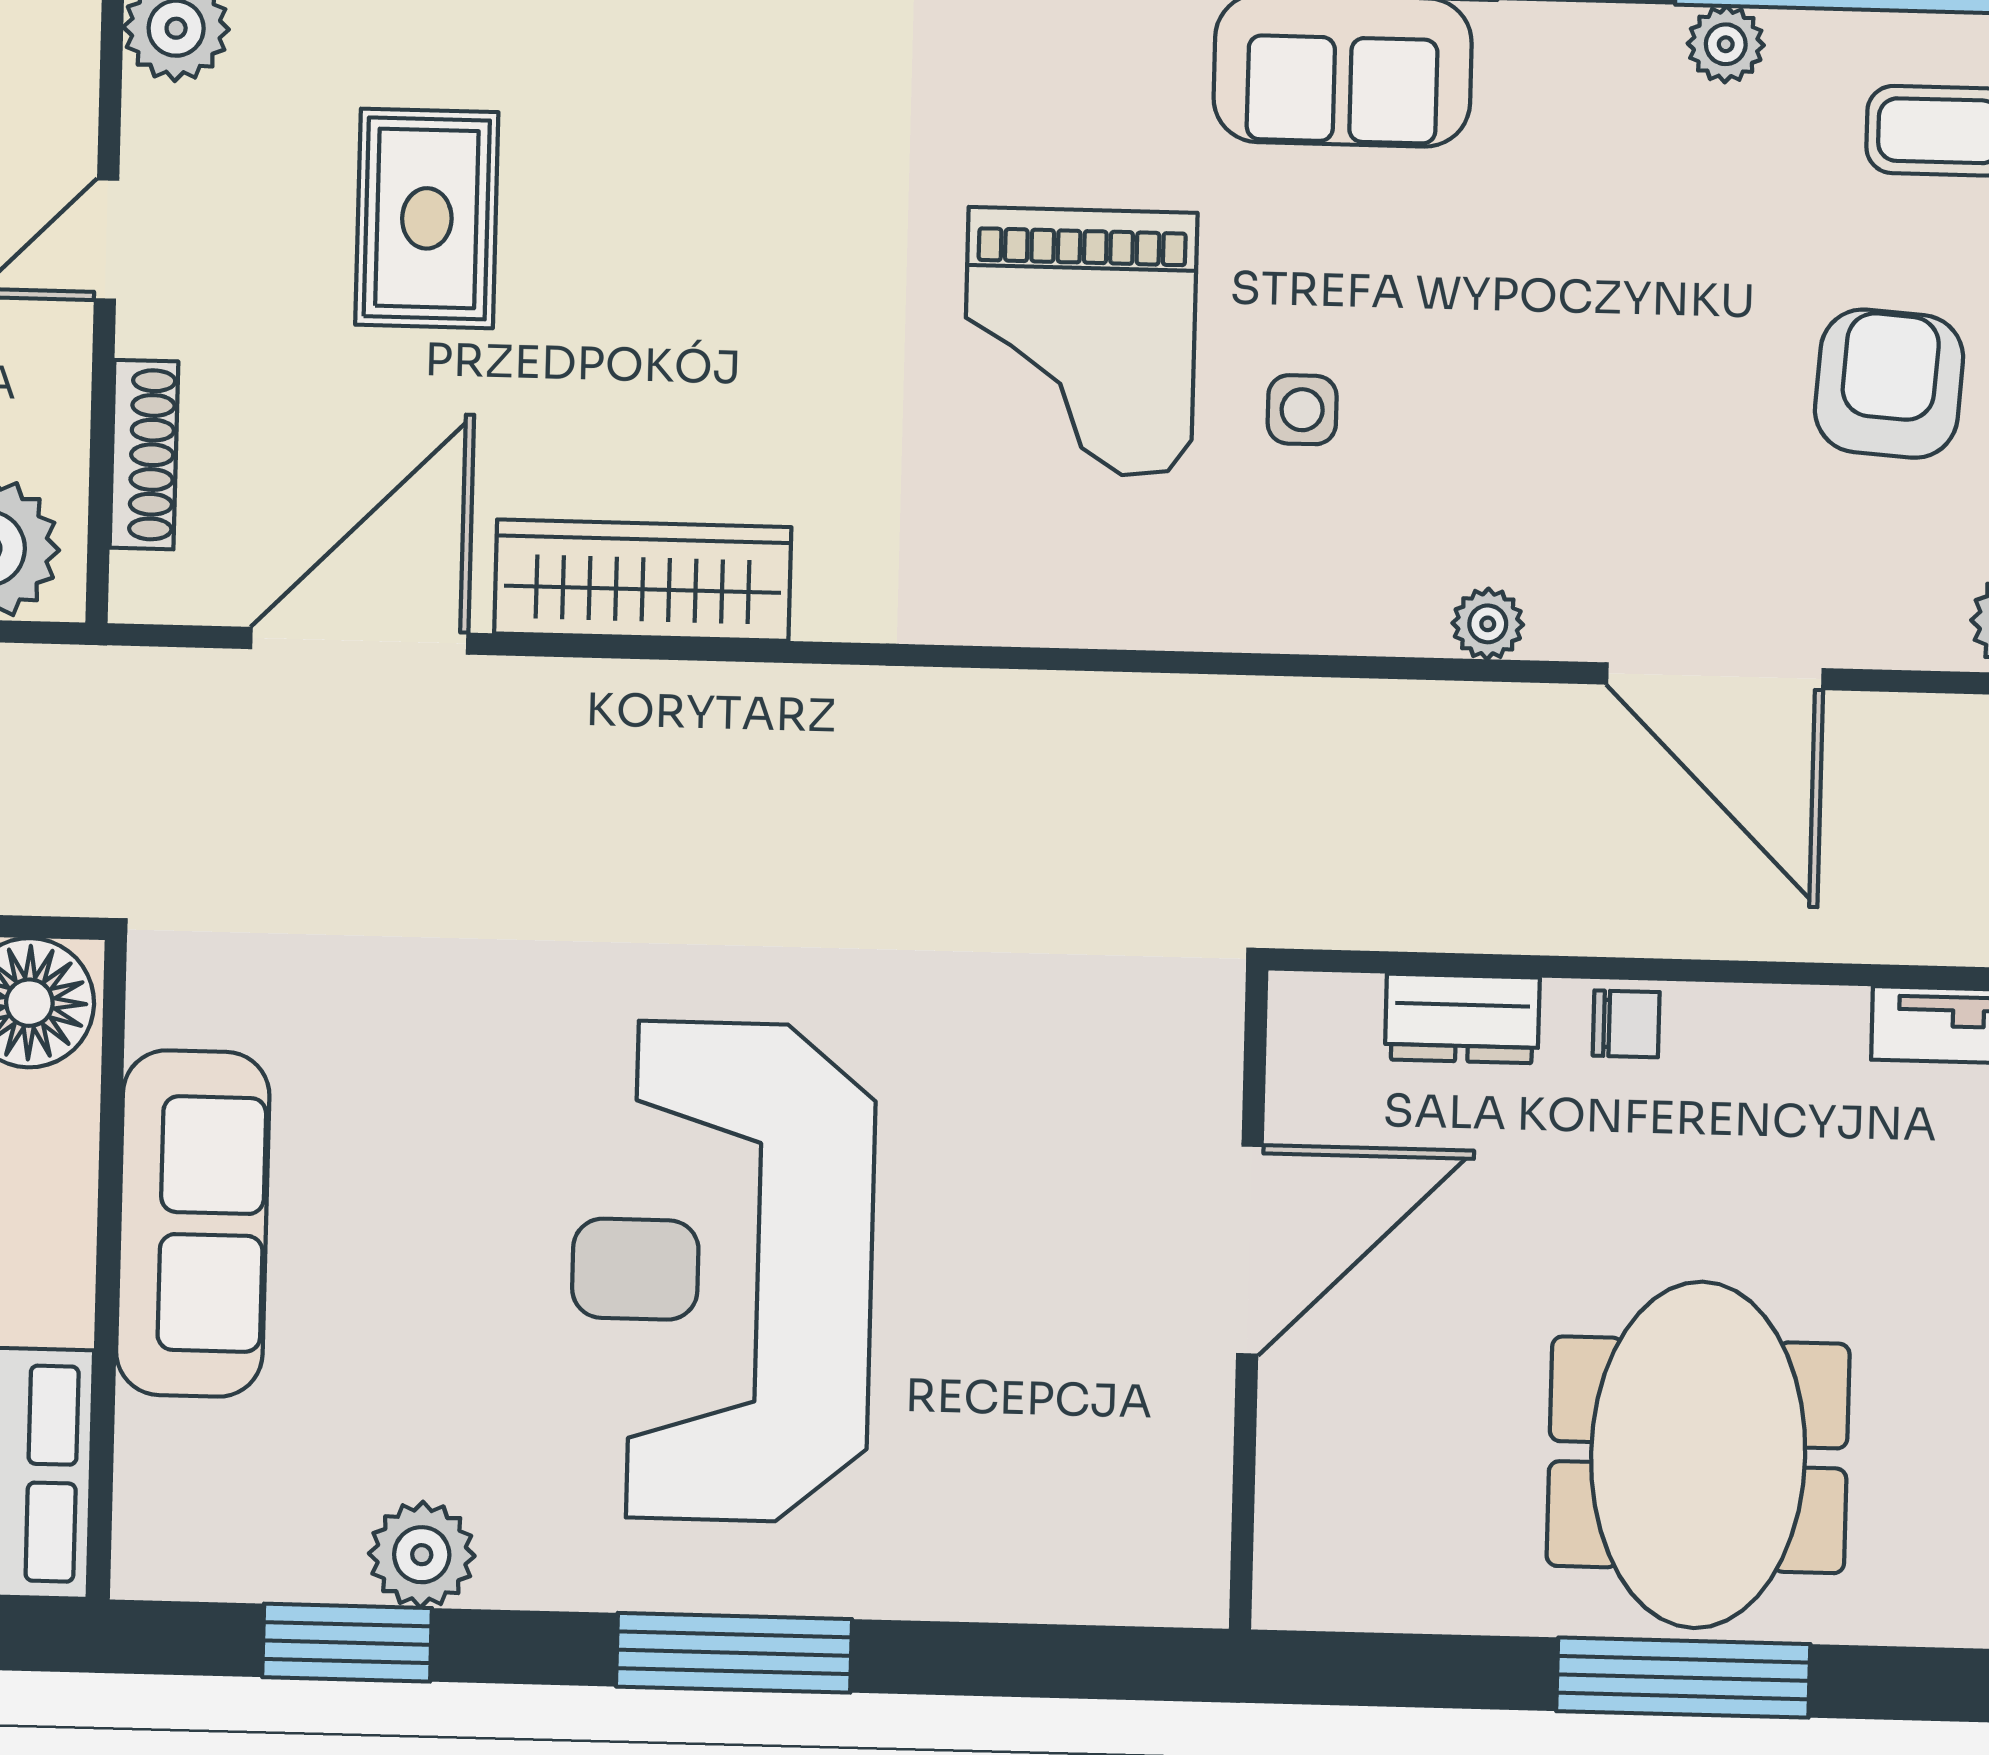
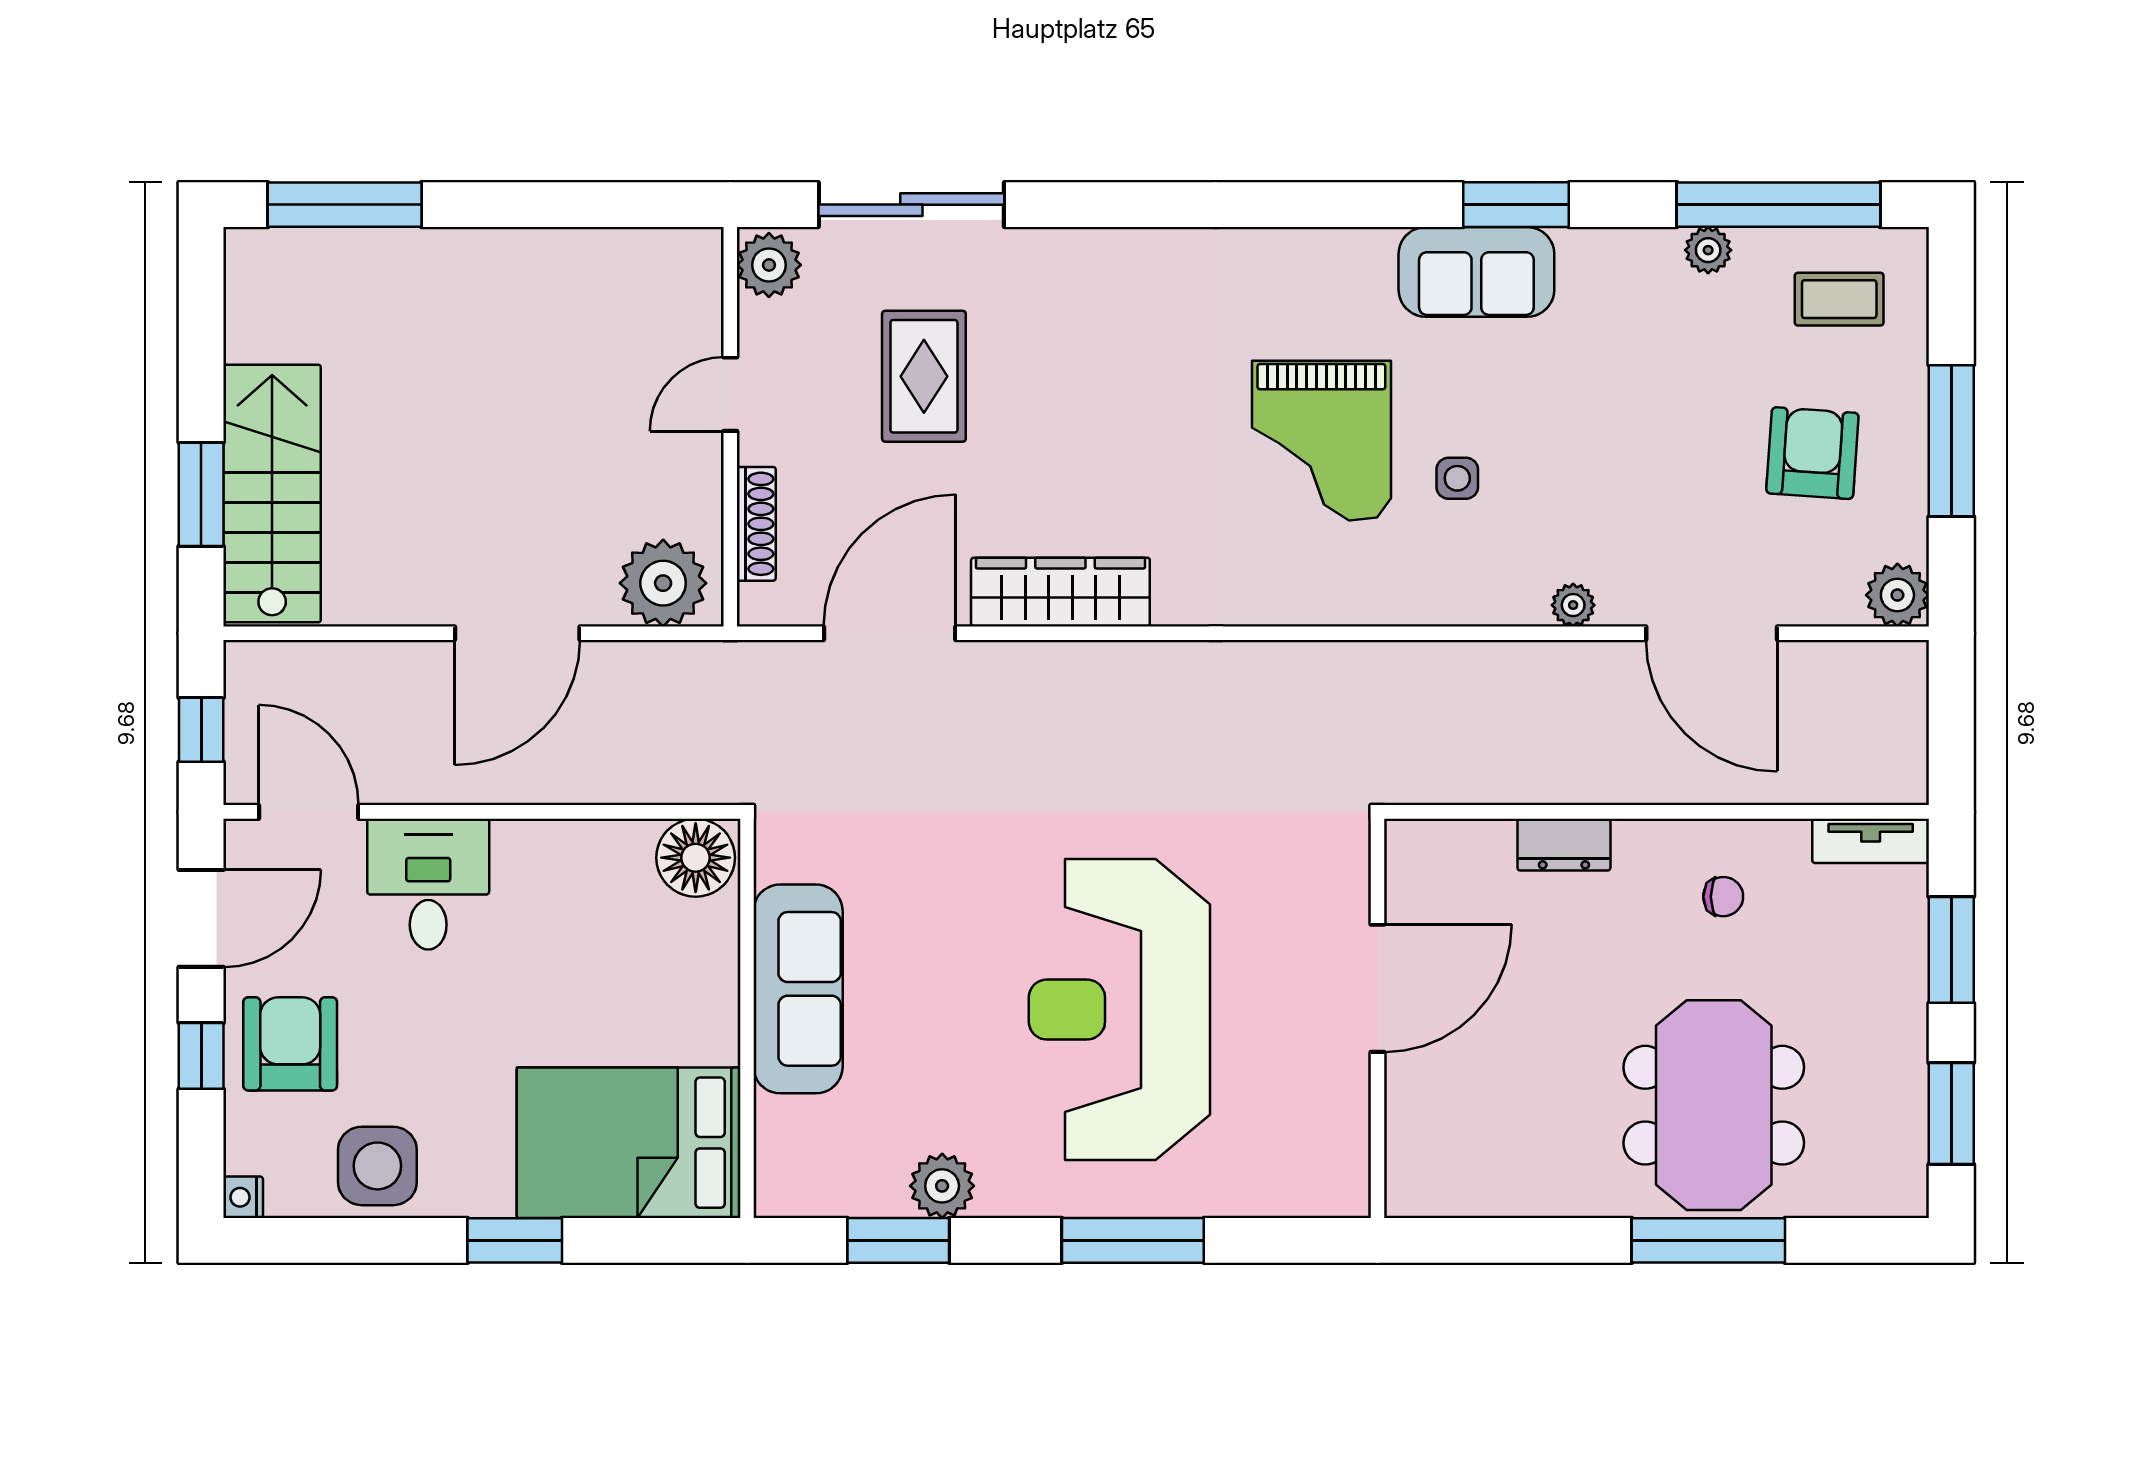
chair: (1626, 1024) -> (1723, 897), moved
door: (1250, 1250) -> (1378, 988), moved
wall: (1249, 1300) -> (1378, 1018), moved

